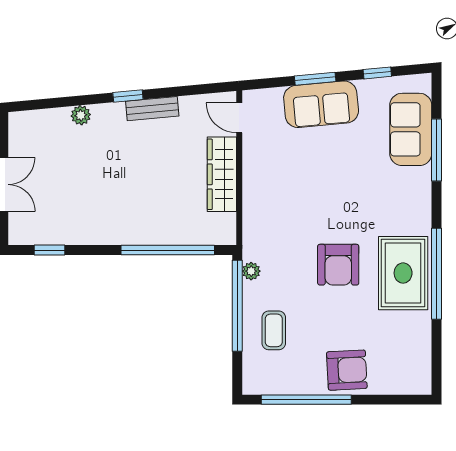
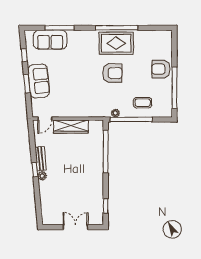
plant: (81, 115) -> (42, 176), moved
armchair: (347, 370) -> (161, 69), turned -87

